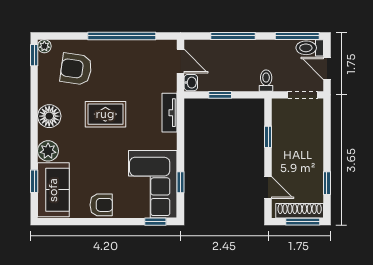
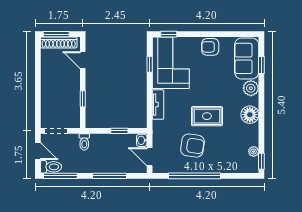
plant: (44, 46) -> (254, 151), moved
armchair: (76, 69) -> (193, 146), moved
tv unit: (170, 113) -> (158, 105), moved
window: (327, 183) -> (38, 63), removed

